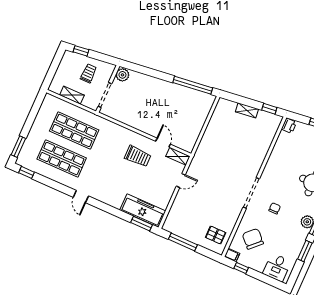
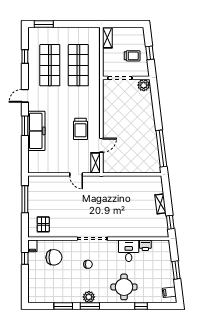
window: (81, 51) -> (150, 53), moved
shelving: (72, 95) -> (107, 38), moved
printer: (289, 126) -> (145, 245), moved
window: (27, 172) -> (25, 57), moved
freezer: (143, 211) -> (36, 131), moved
window: (141, 224) -> (25, 126), moved
chair: (253, 239) -> (54, 257), turned 44
desk: (277, 267) -> (129, 251), moved, turned 90

